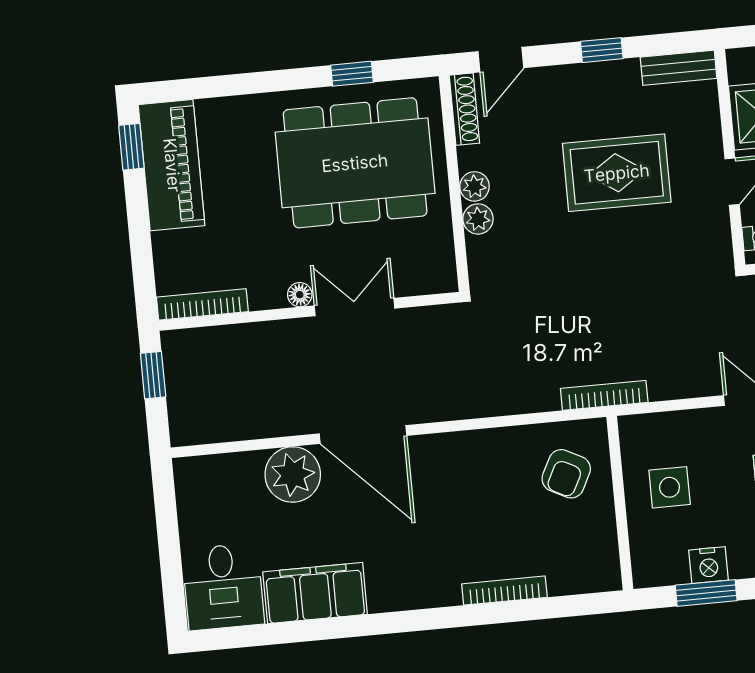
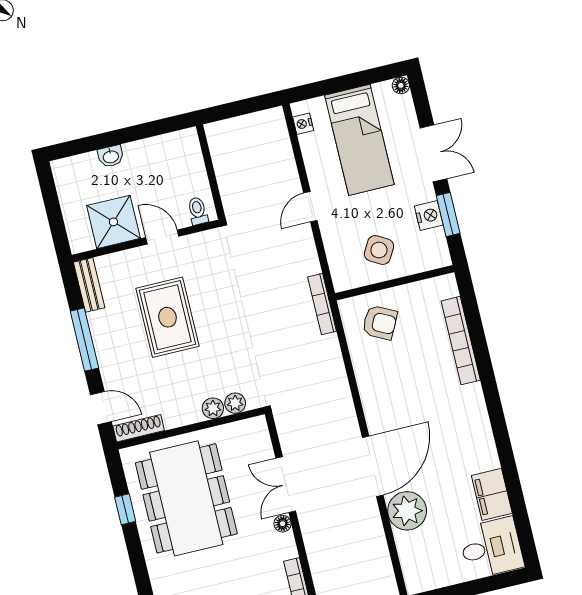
window: (602, 50) -> (84, 340), width x2.17
plant: (475, 186) -> (235, 403), moved
side table: (670, 487) -> (379, 250), turned 30
bookcase: (504, 591) -> (461, 341), width x1.48, depth x1.31
filing cabinet: (315, 593) -> (492, 494), width x0.67, depth x0.86

